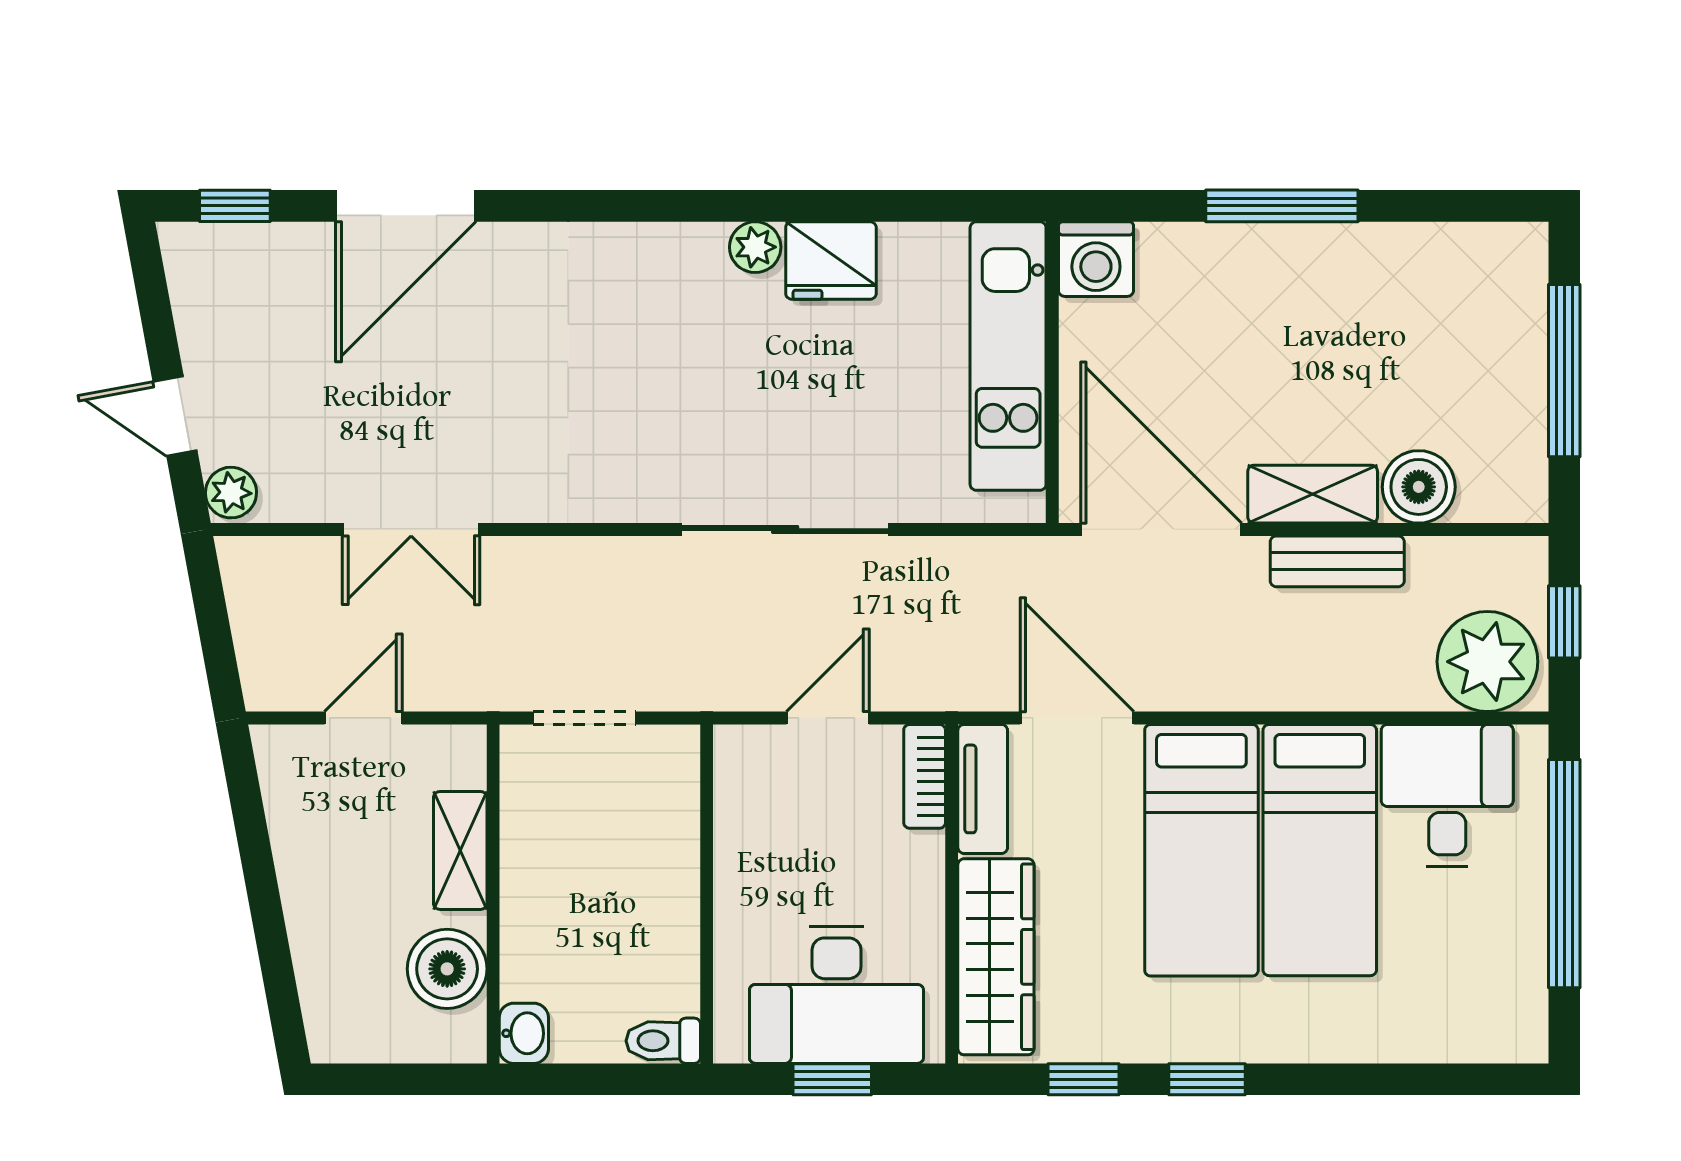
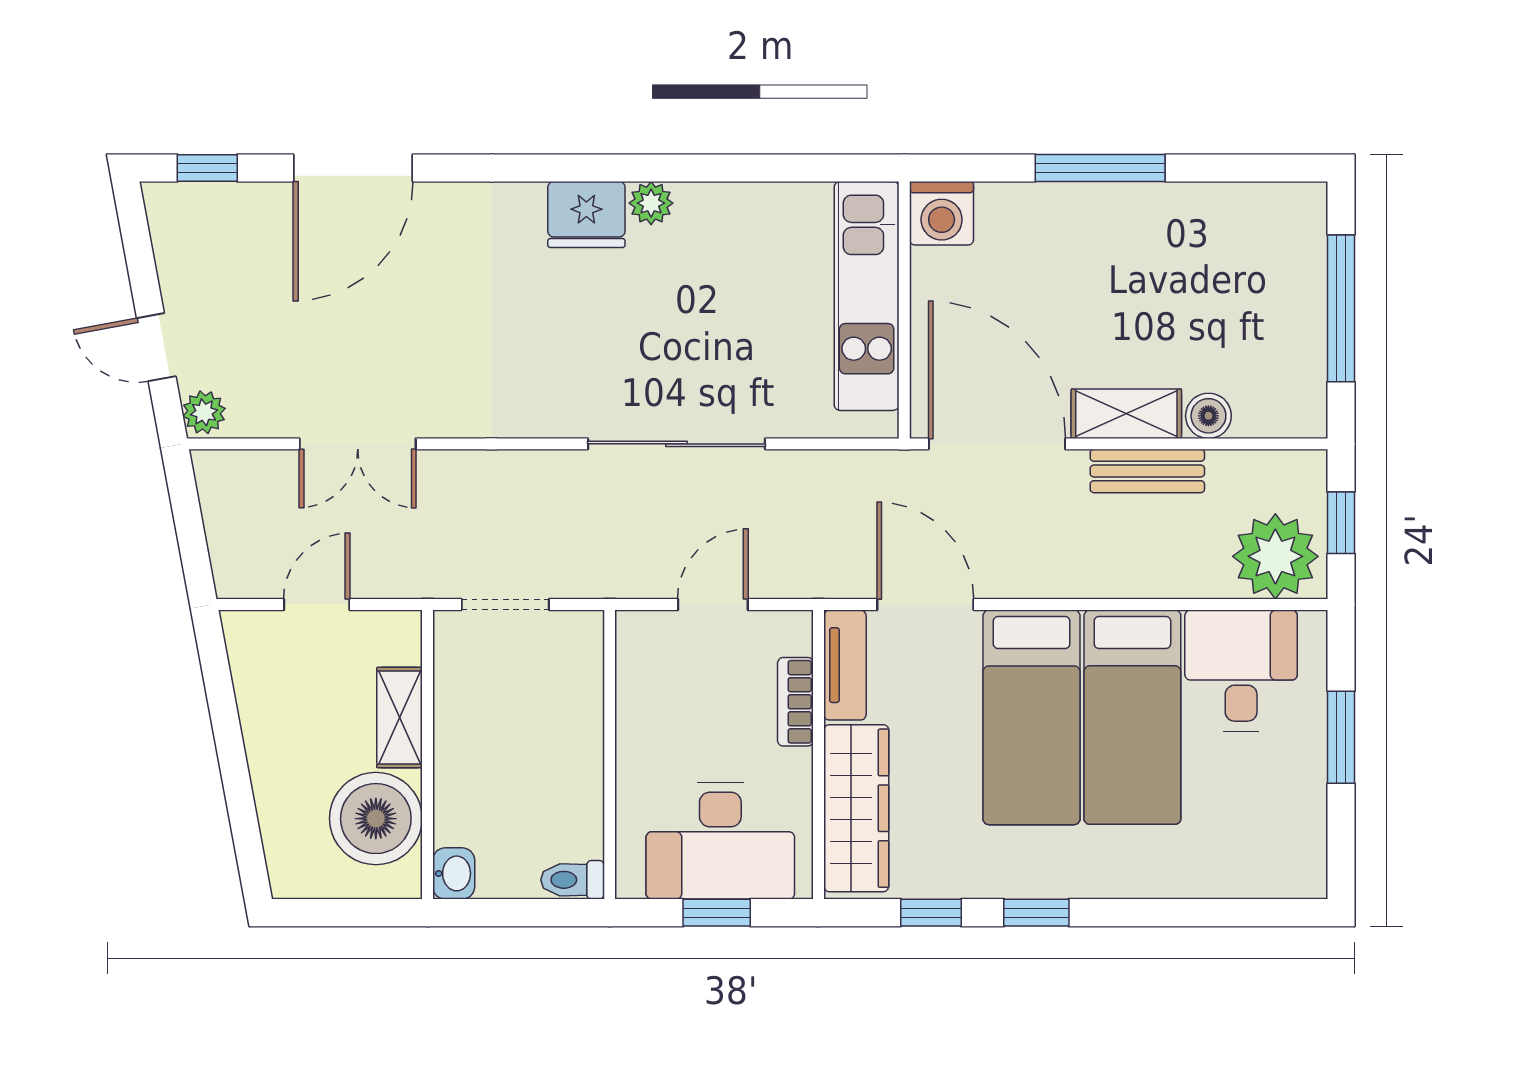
fridge: (831, 261) -> (586, 215), moved
boiler: (1419, 487) -> (1208, 416), width x0.73, depth x0.73
bookcase: (925, 776) -> (795, 702), moved
window: (1564, 874) -> (1341, 737), width x0.47
boiler: (447, 969) -> (376, 819), width x1.37, depth x1.37

